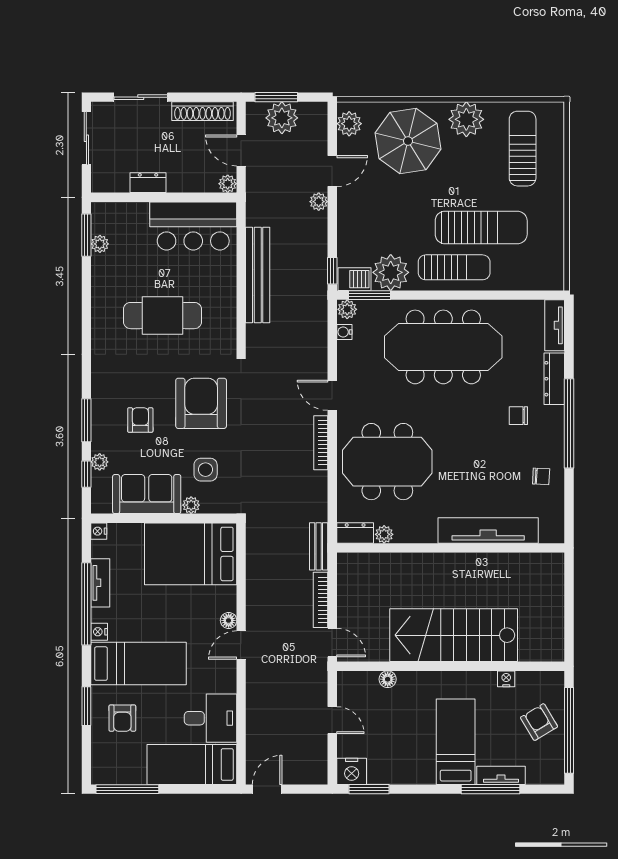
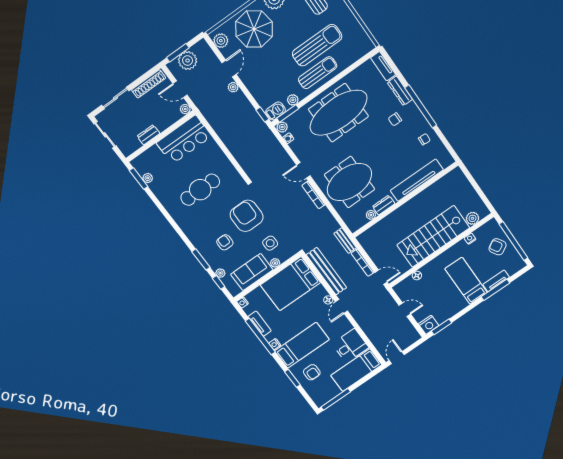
plant: (391, 272) -> (293, 100), width x0.53, depth x0.53
bench: (258, 275) -> (326, 271), moved
dresser: (355, 533) -> (384, 205), moved
plant: (531, 650) -> (473, 218), added

